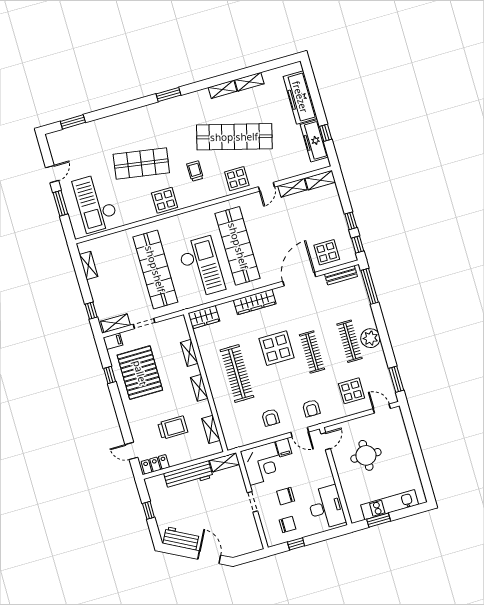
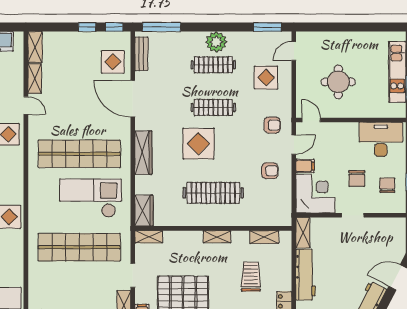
shelving: (189, 353) -> (149, 237), moved

